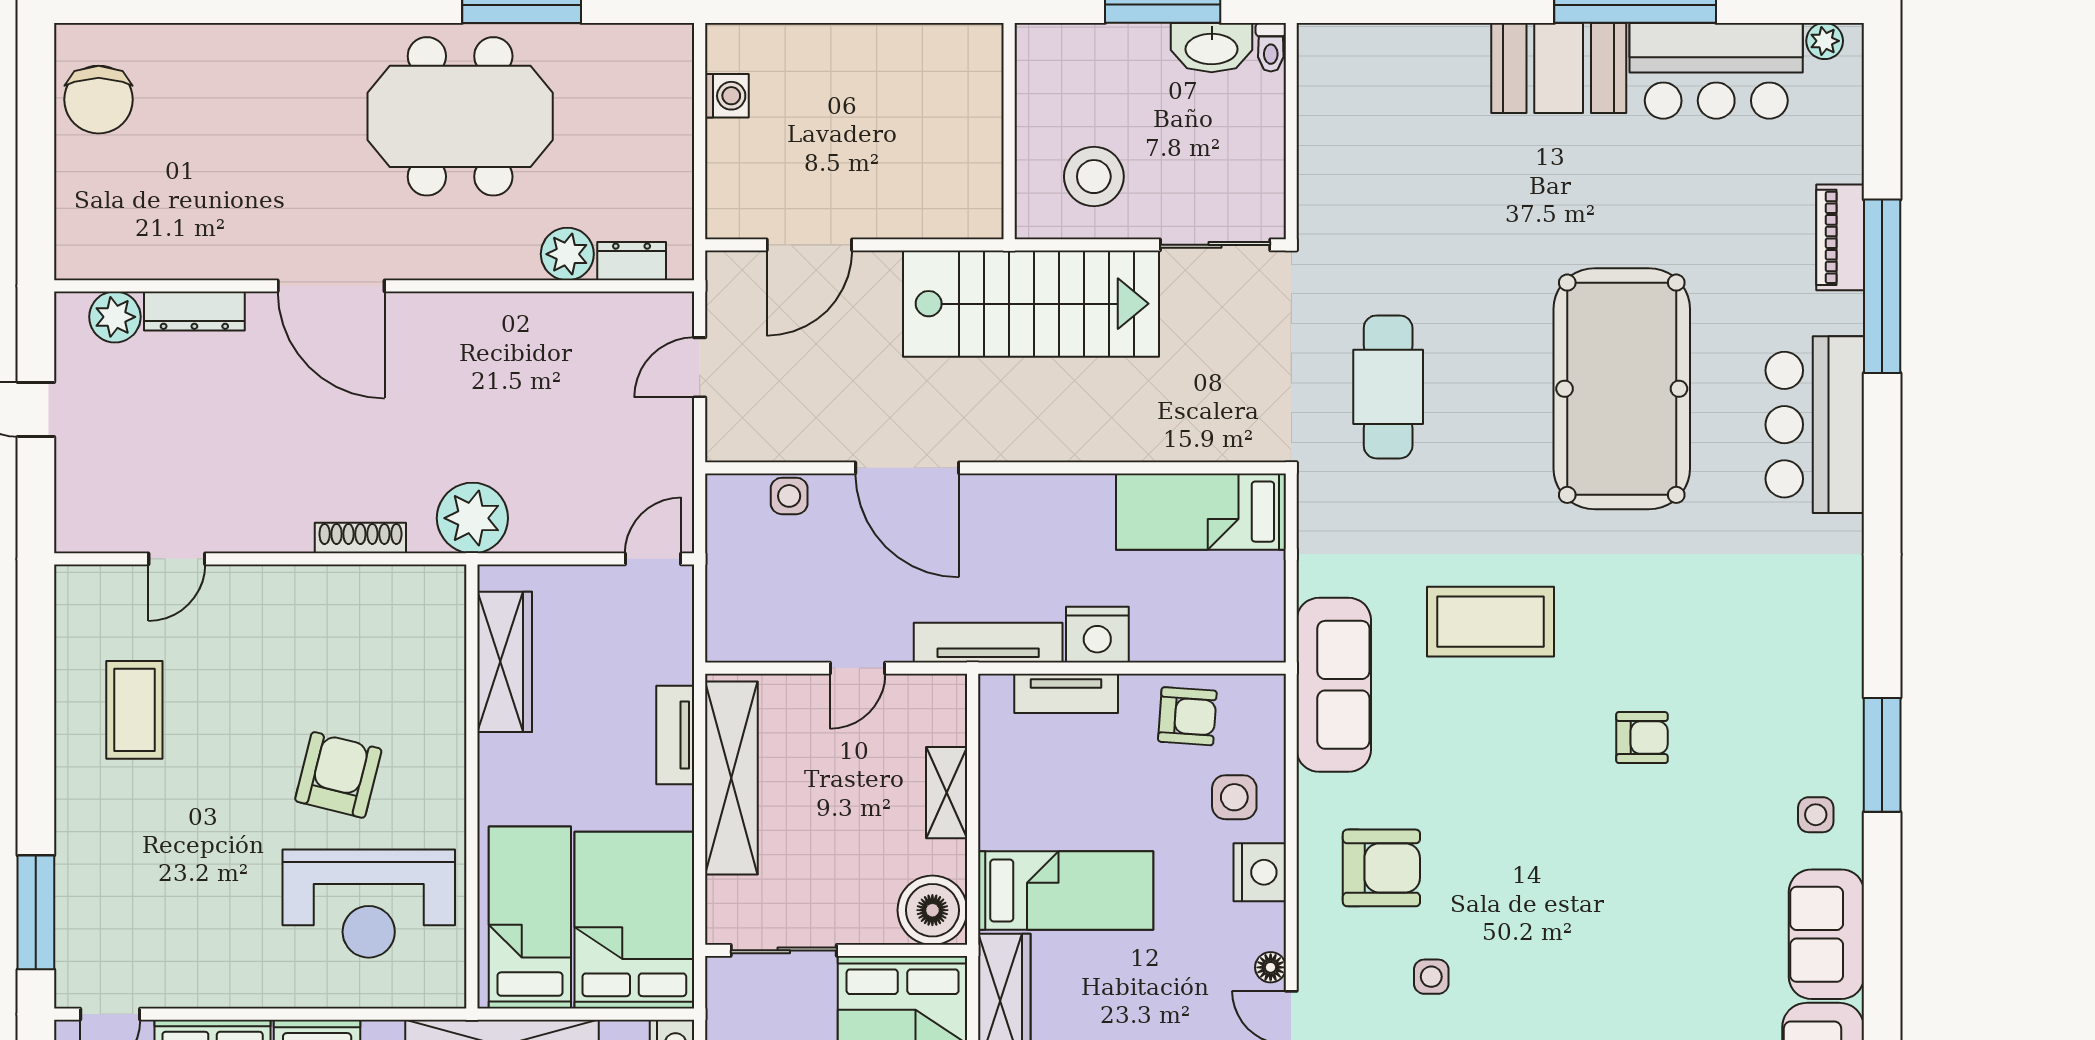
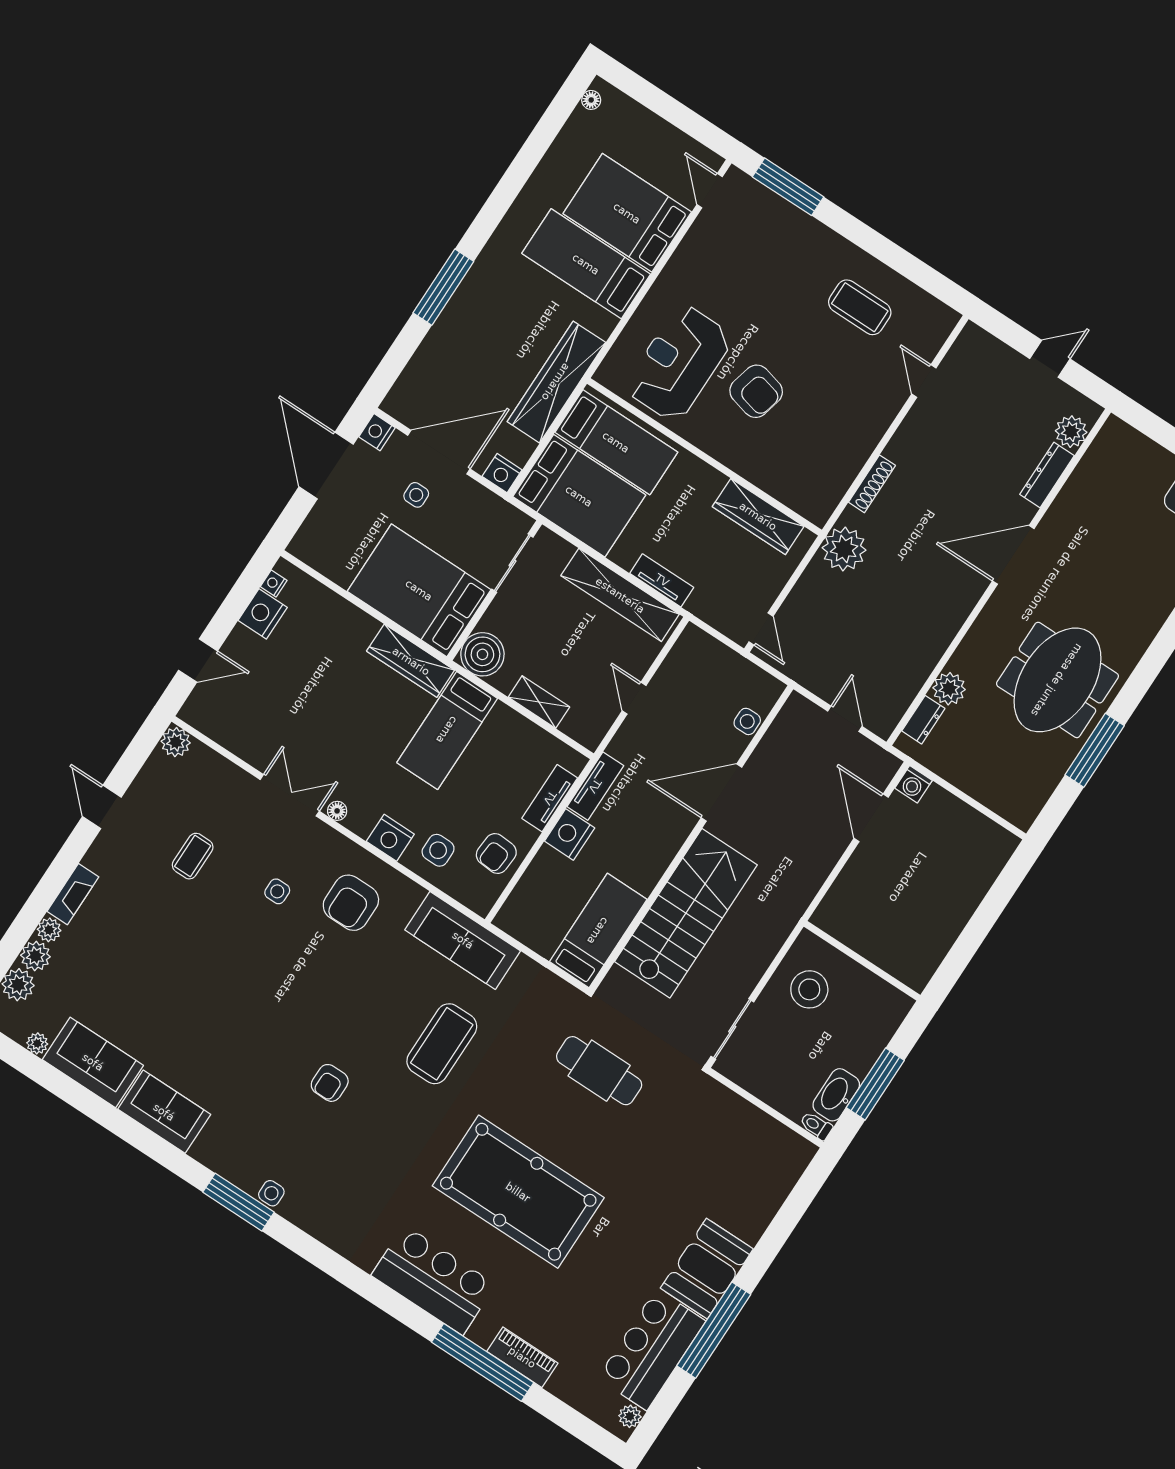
washing machine: (727, 96) -> (913, 784), moved
stairs: (1031, 304) -> (686, 913), moved, turned 180
tv unit: (988, 643) -> (595, 786), width x0.71
side table: (1816, 815) -> (271, 1193), moved

